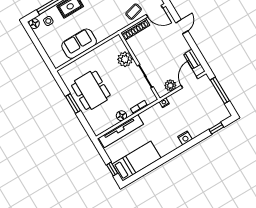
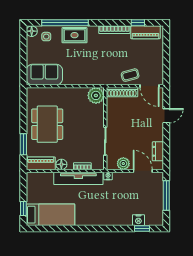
sofa: (79, 44) -> (44, 75), moved
plant: (125, 59) -> (96, 95), moved
door: (189, 82) -> (143, 171), hinge flipped
window: (73, 104) -> (23, 144), moved
piano: (104, 125) -> (41, 163), added
tv unit: (121, 131) -> (78, 178), moved
nightstand: (185, 138) -> (138, 220), moved

